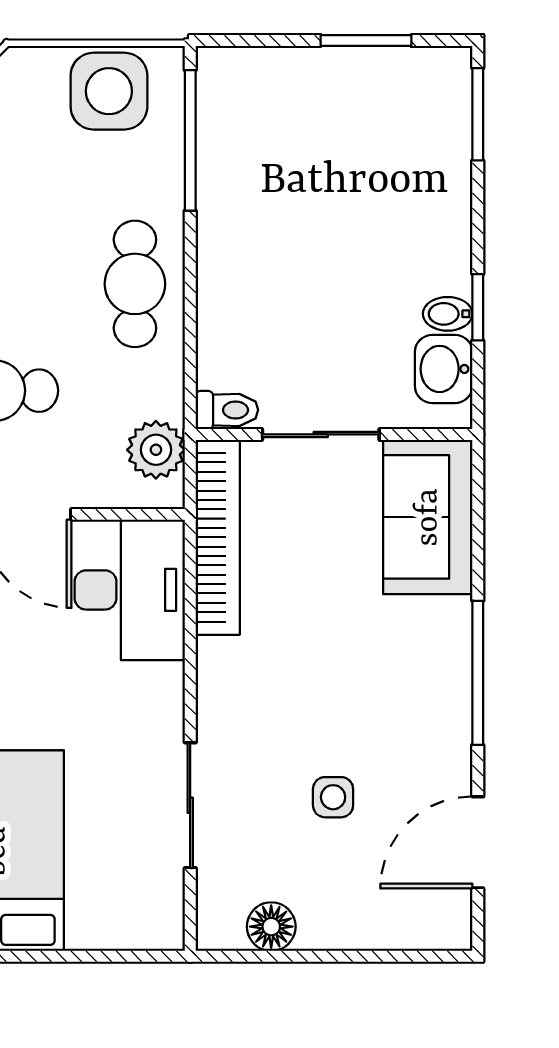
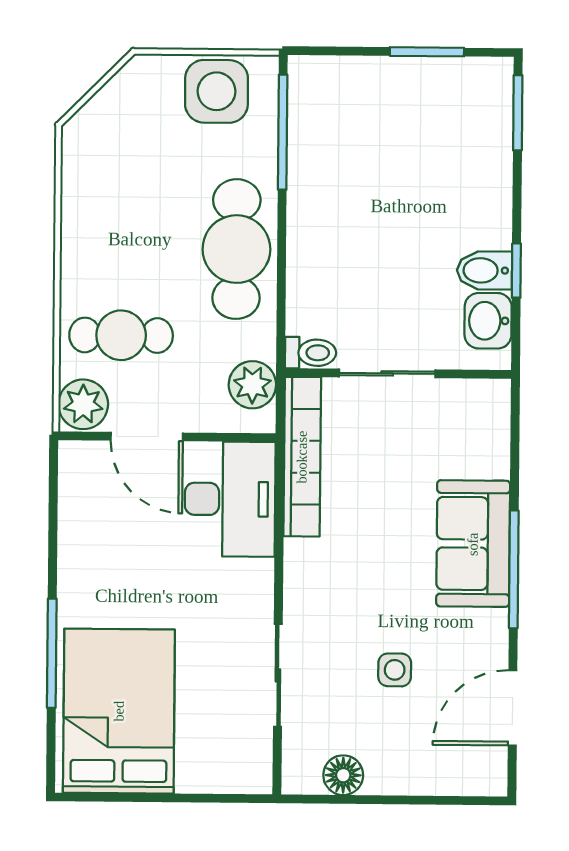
cafe table: (135, 284) -> (236, 249), width x1.37, depth x1.35
bidet: (448, 314) -> (484, 270), width x1.38, depth x1.36
sofa: (428, 517) -> (473, 544), moved

